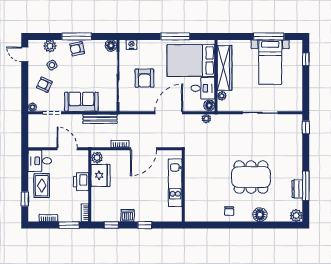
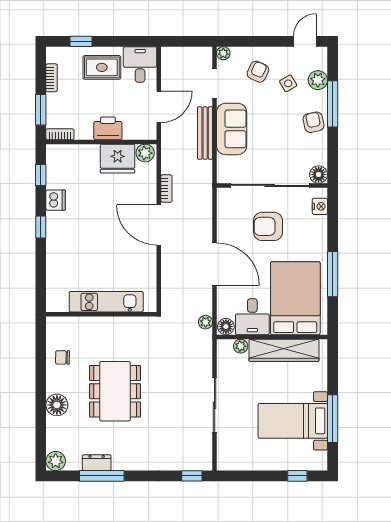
window: (77, 36) -> (333, 104), moved
bench: (100, 119) -> (205, 133), moved
kitchen unit: (175, 183) -> (106, 302), moved
wall: (183, 186) -> (101, 314), moved

